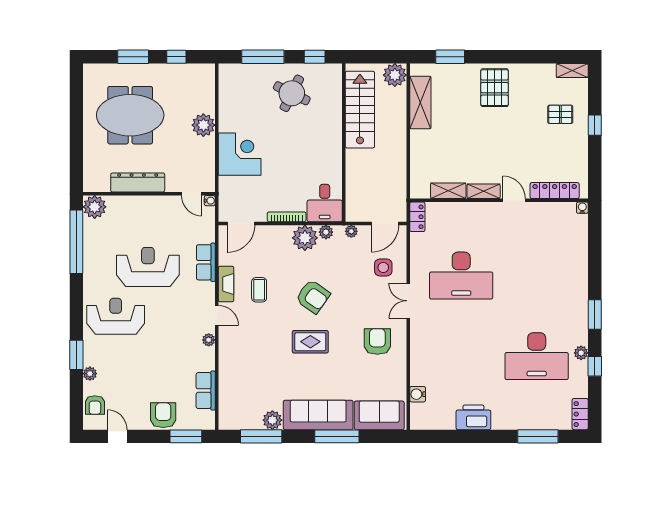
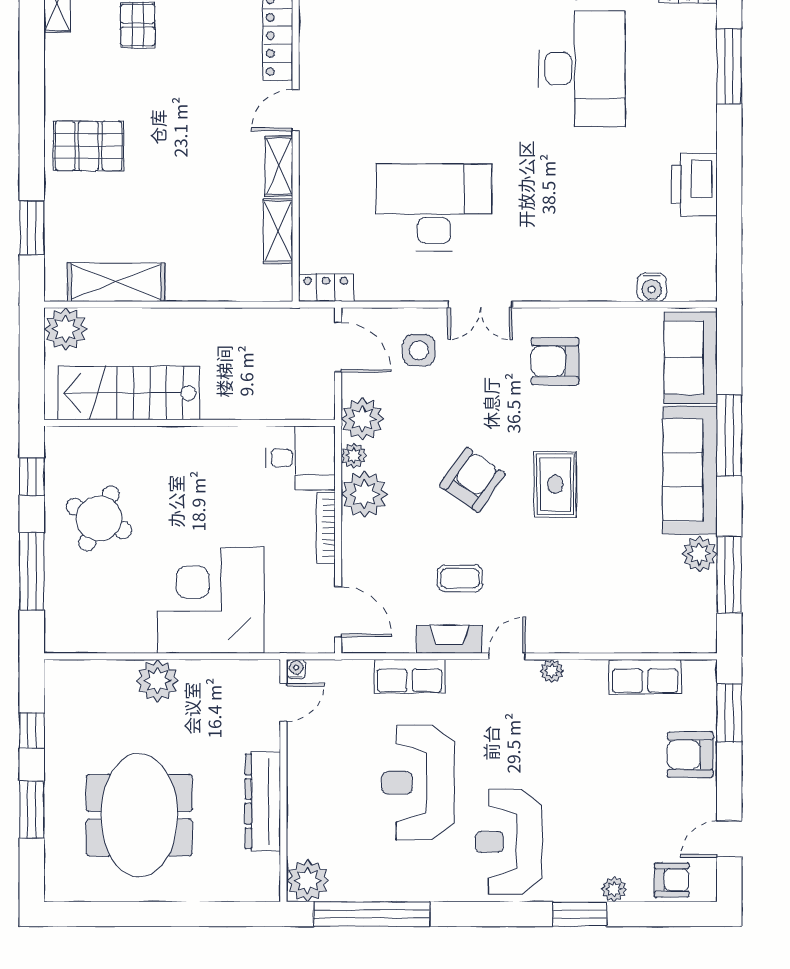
corner desk: (240, 154) -> (211, 600), width x1.36, depth x1.36
plant: (351, 231) -> (362, 419), width x1.88, depth x1.88
desk: (461, 276) -> (434, 207), turned -90

